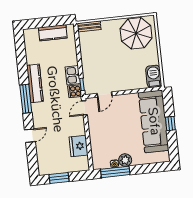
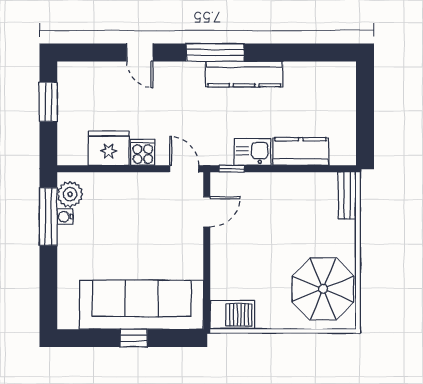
kitchen counter: (53, 33) -> (301, 151), moved, turned 90
cooker: (75, 91) -> (143, 152), moved
door: (105, 94) -> (207, 212), swing flipped
plant: (125, 160) -> (70, 194), moved

